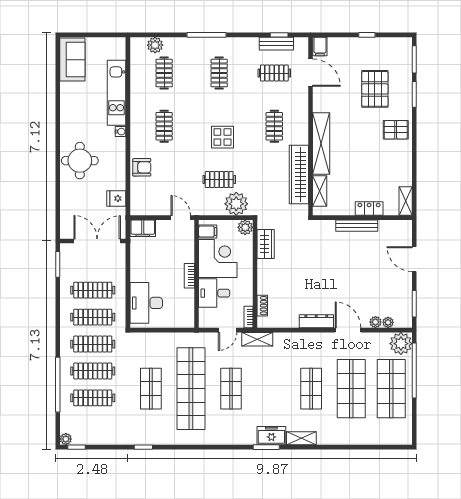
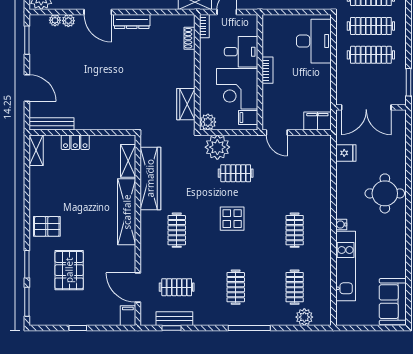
armchair: (142, 167) -> (318, 186), removed
bench: (357, 226) -> (52, 124), moved

